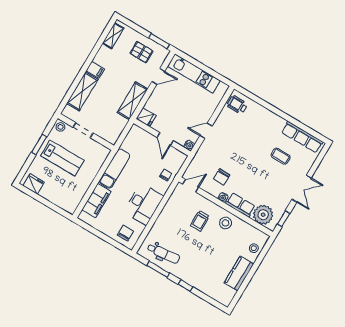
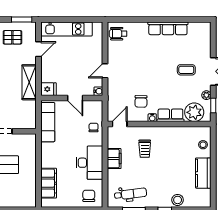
row of seats: (302, 137) -> (168, 28), moved
coffee table: (281, 156) -> (186, 70), moved
exam couch: (115, 169) -> (48, 122), moved
plant: (283, 206) -> (206, 95), added
filing cabinet: (168, 213) -> (114, 159), added
stool: (225, 223) -> (178, 200), moved

